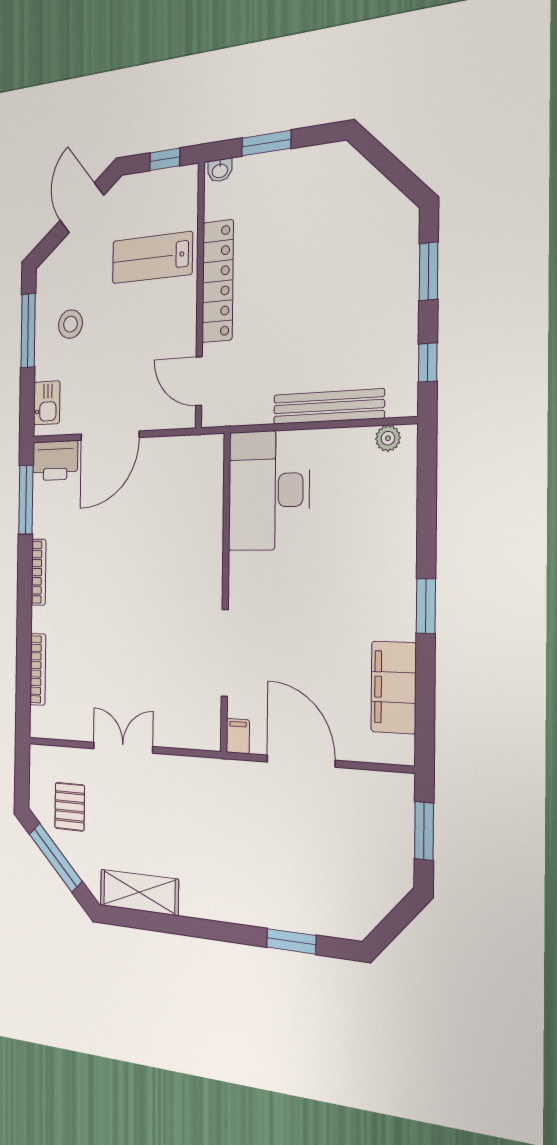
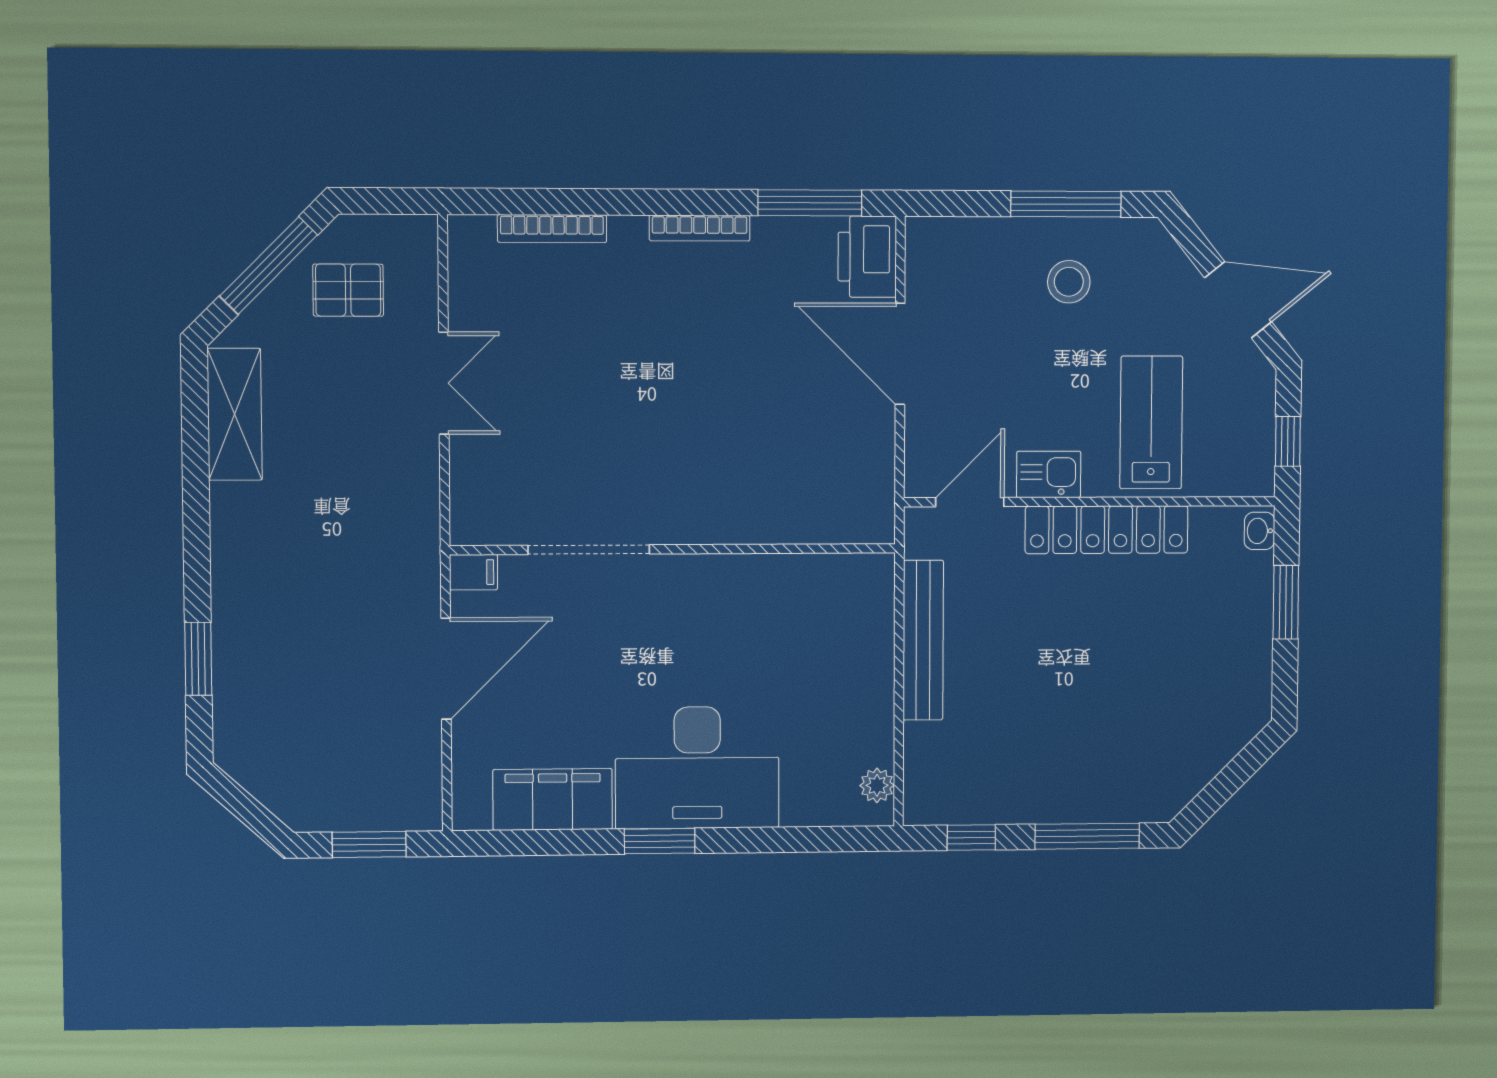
window: (428, 271) -> (1087, 836), width x1.44
kitchen sink: (47, 403) -> (1049, 474), moved, turned 180
bench: (328, 407) -> (923, 640), moved
desk: (269, 490) -> (697, 768), moved, turned 180

